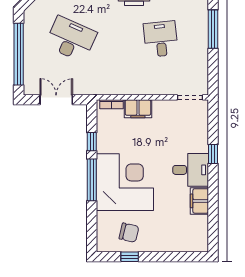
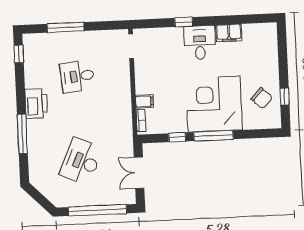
filing cabinet: (138, 109) -> (144, 101), width x0.50
chair: (129, 233) -> (262, 98), turned 120

